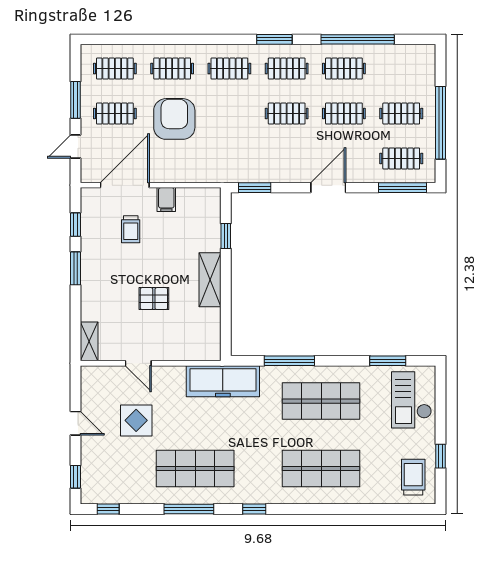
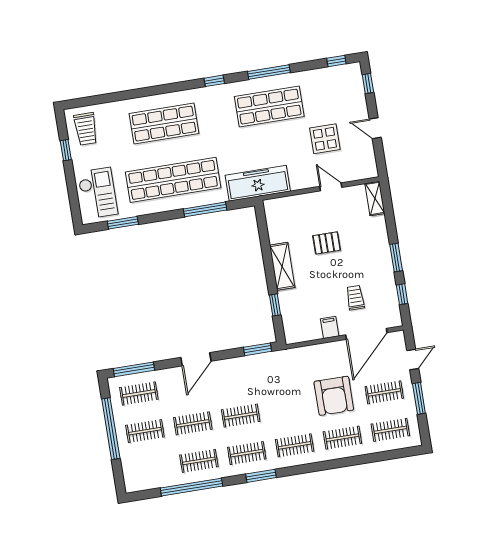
shop shelf: (321, 401) -> (173, 180), width x1.40

